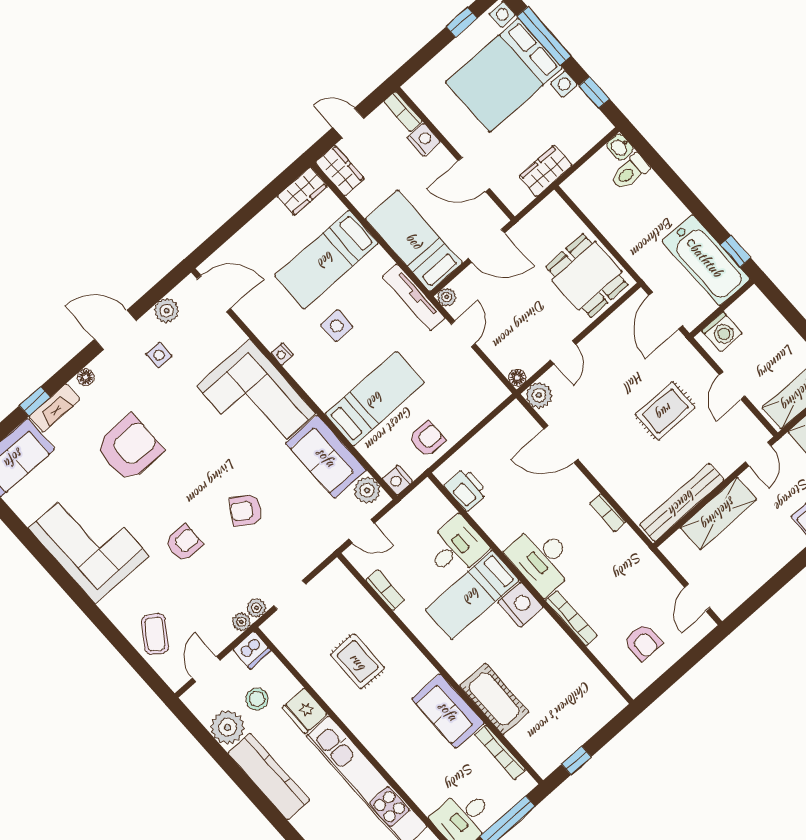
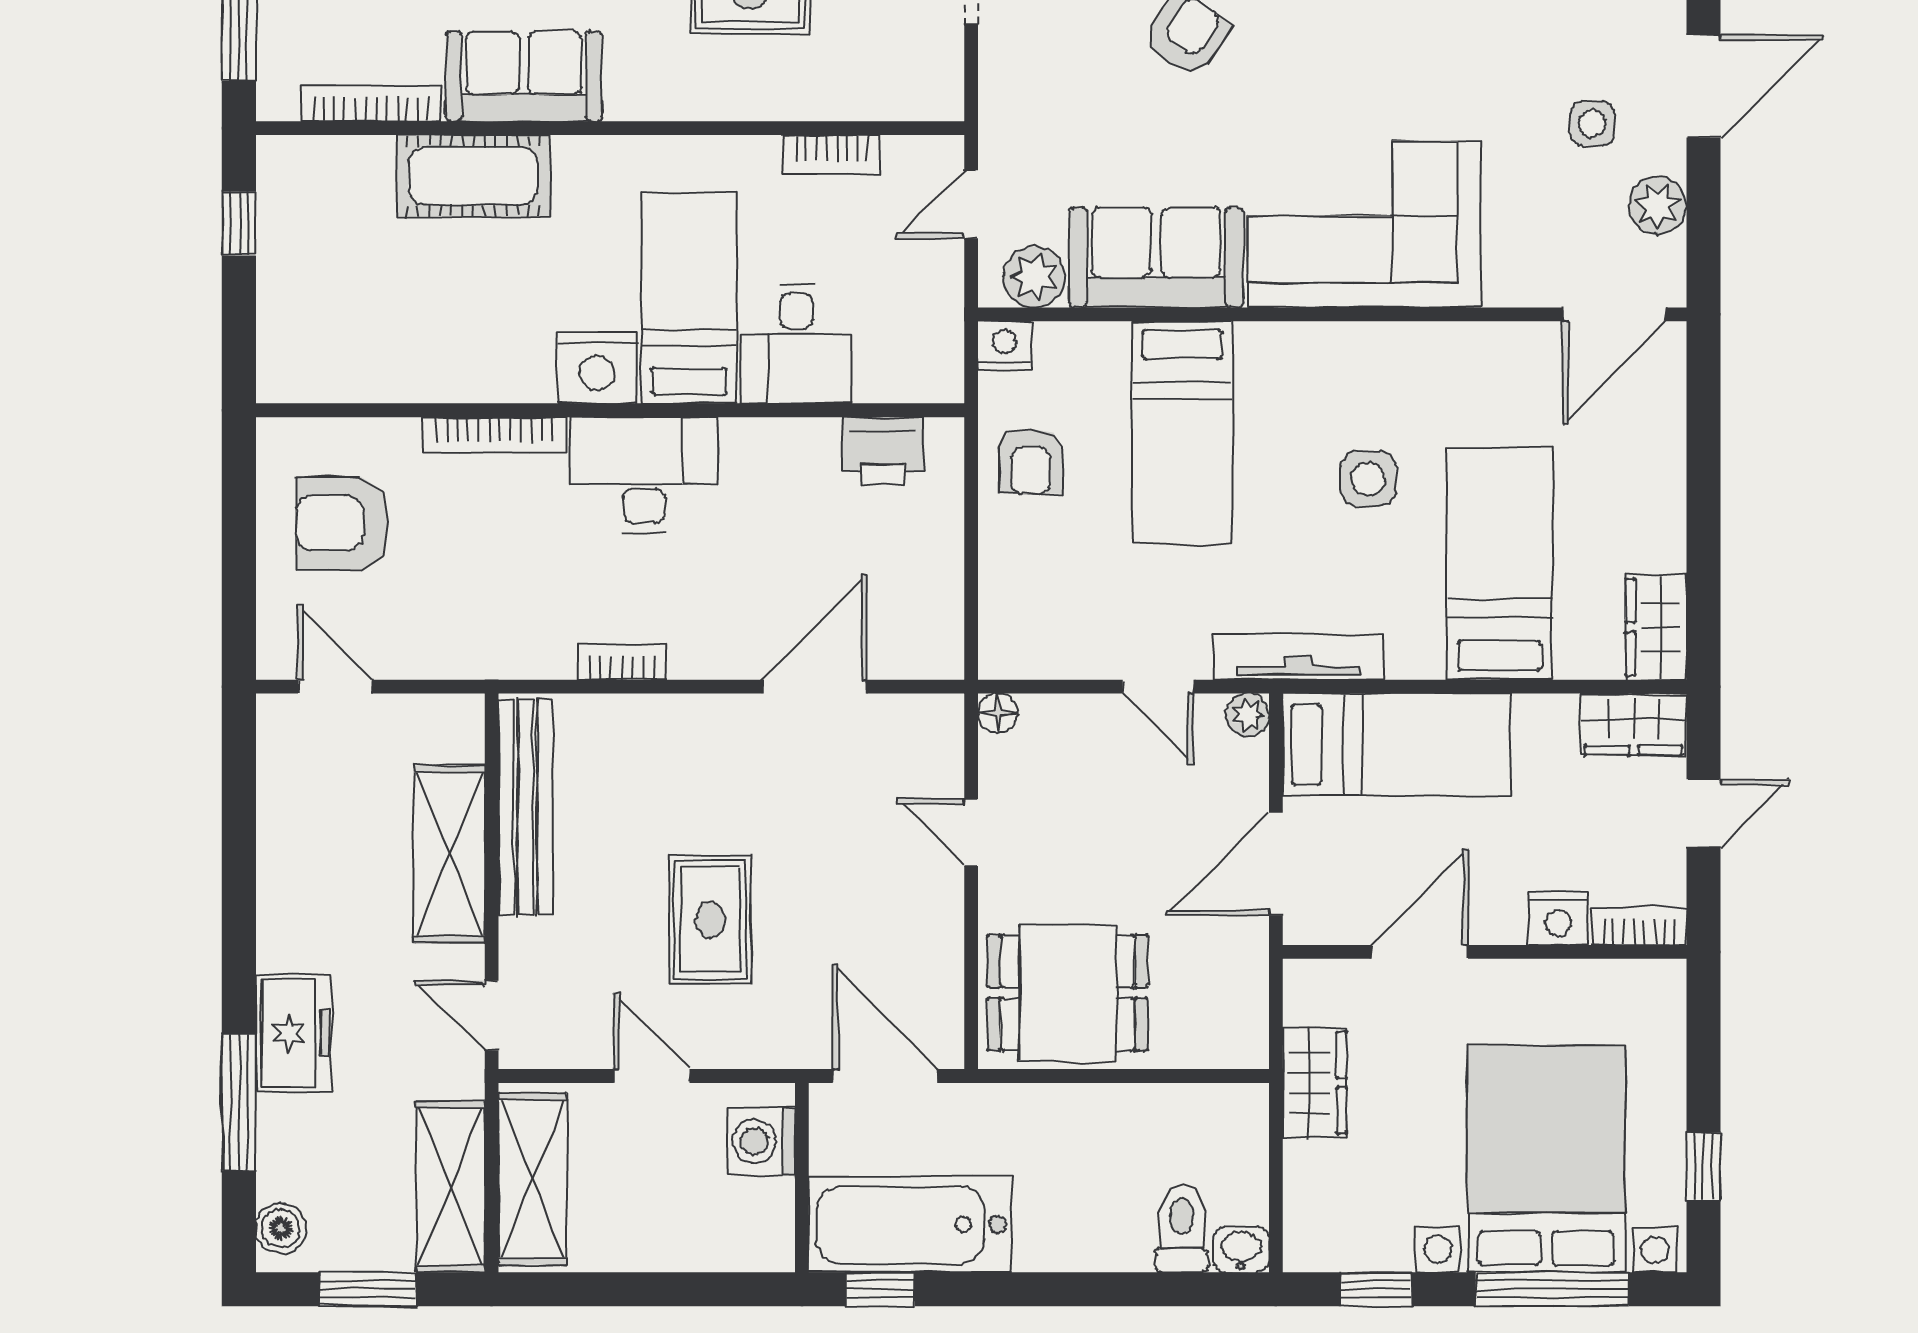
nightstand: (282, 354) -> (1403, 340), removed
plant: (539, 395) -> (934, 724), removed
armchair: (643, 642) -> (342, 523), width x1.38, depth x1.38

